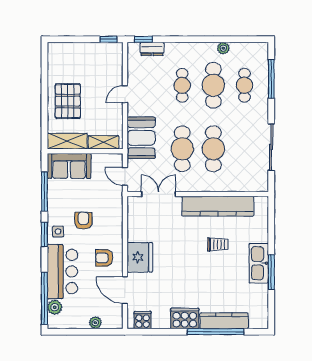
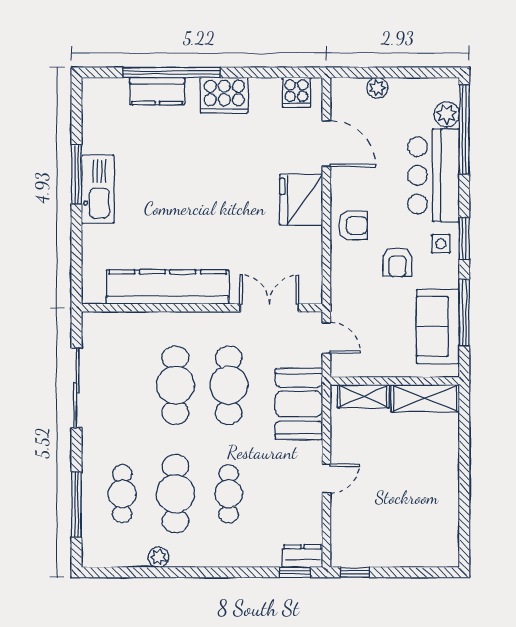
dresser: (152, 49) -> (302, 556), moved
pallet: (68, 101) -> (424, 467), removed
sofa: (69, 166) -> (438, 326), moved, turned -90
double door: (158, 194) -> (269, 308), swing flipped
trolley: (218, 244) -> (168, 222), removed
armchair: (104, 258) -> (353, 225), moved
kitchen counter: (224, 321) -> (157, 91), width x0.67

